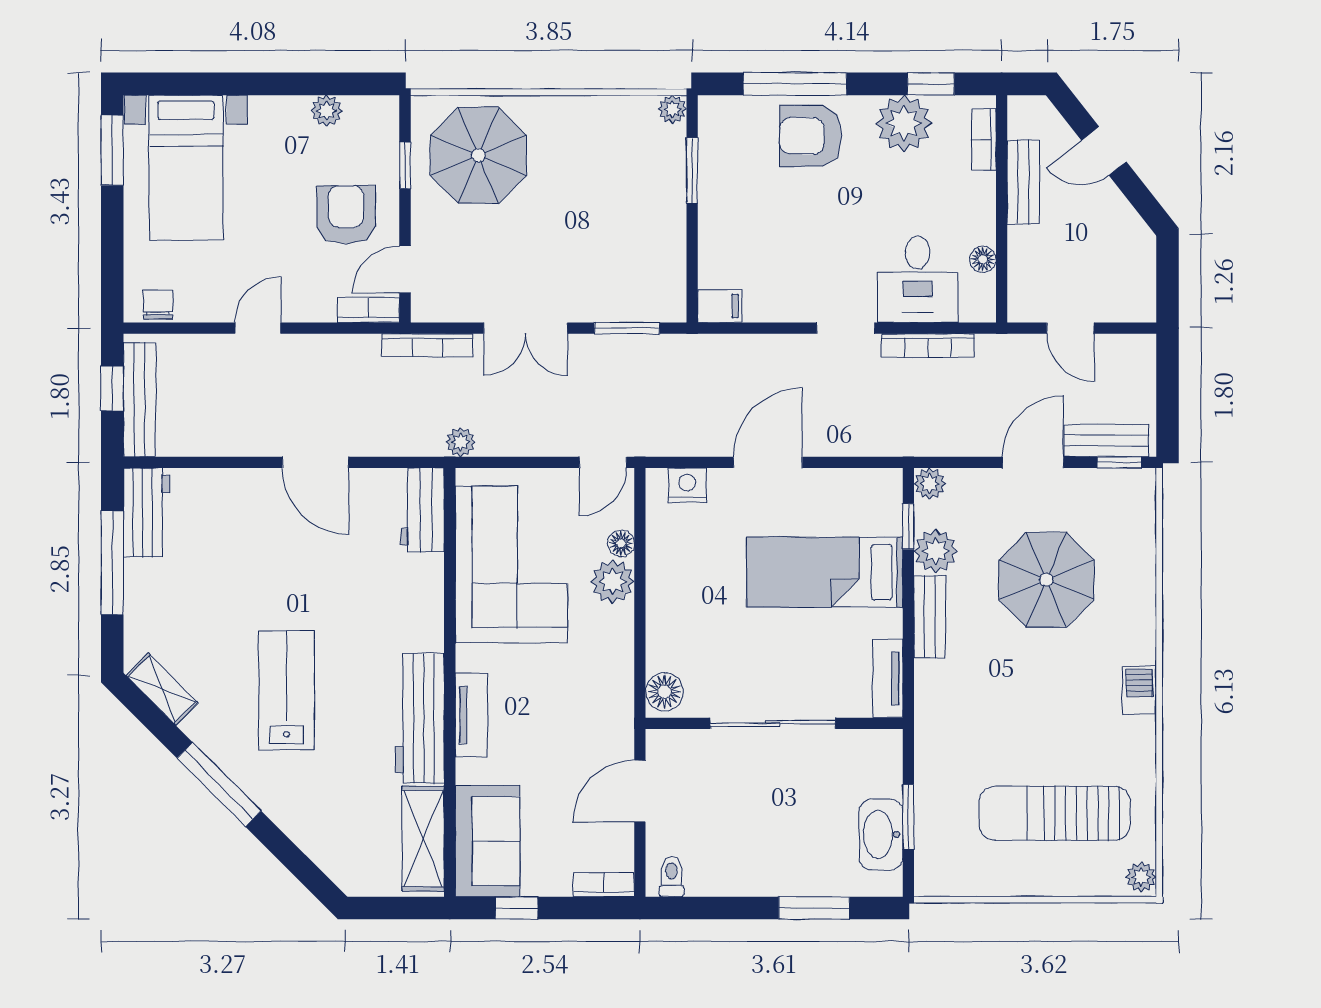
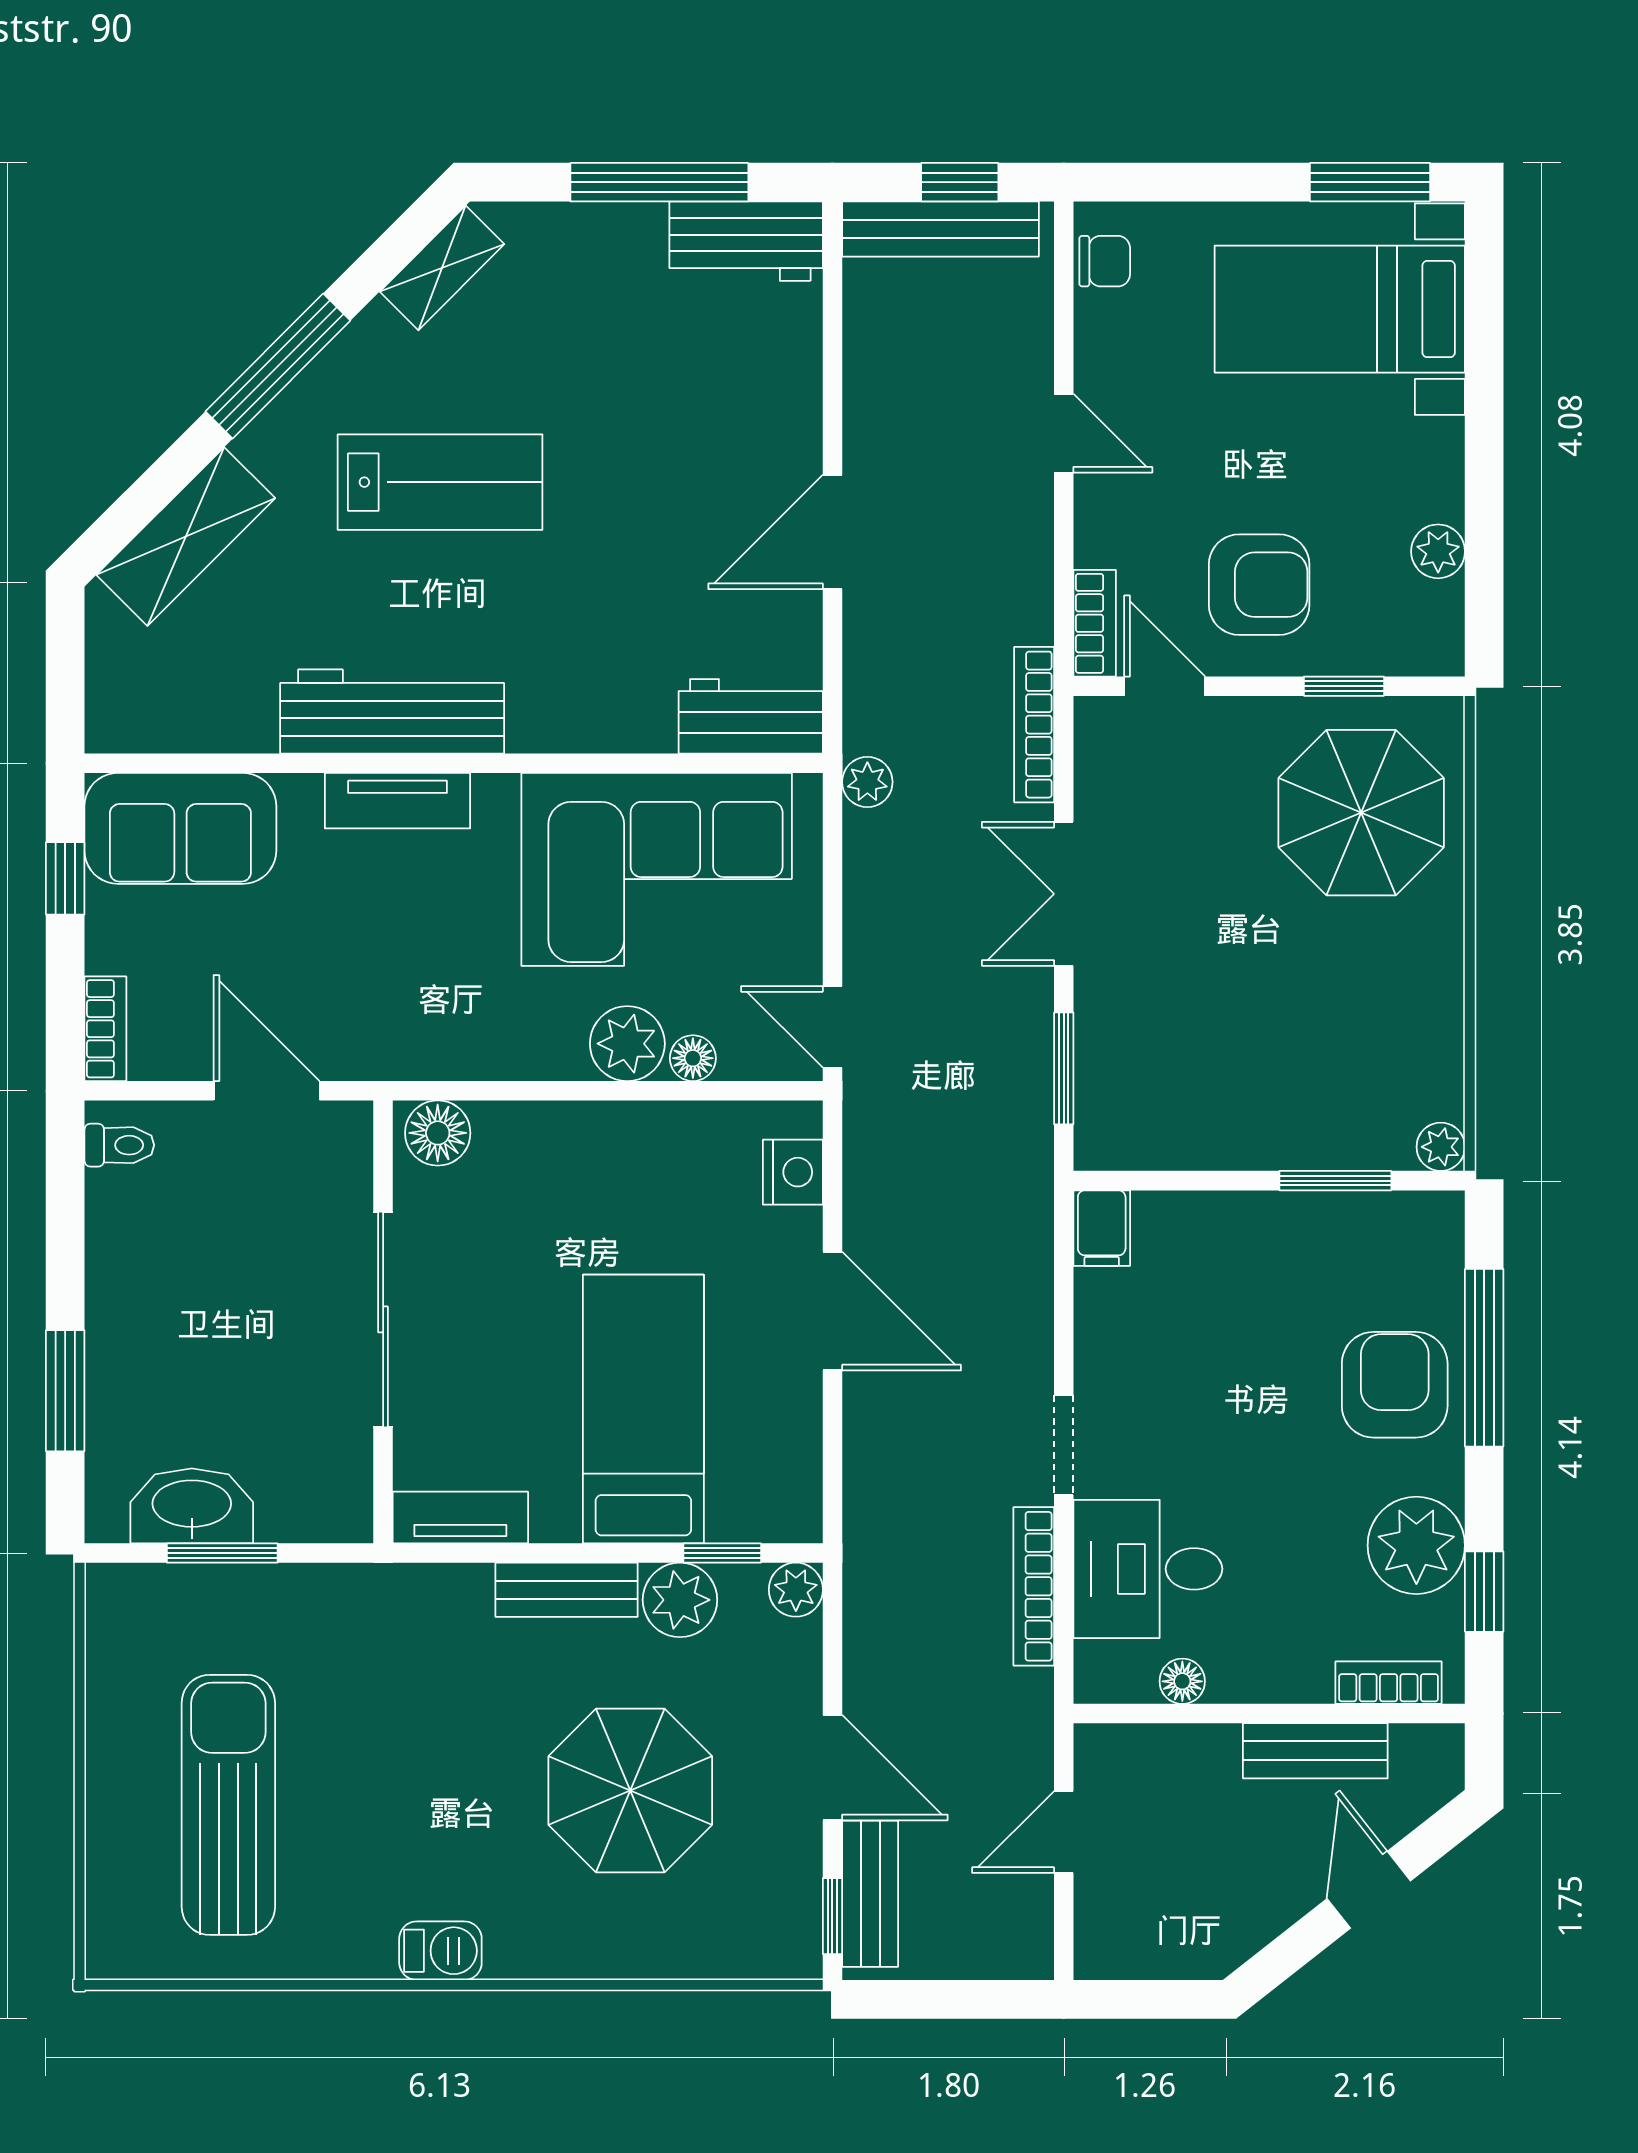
shelving: (423, 839) -> (186, 537), moved, turned -45
plant: (1141, 877) -> (119, 1954), removed

